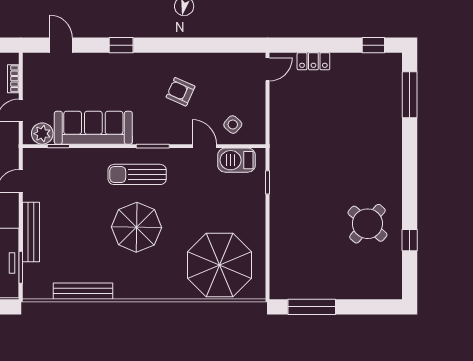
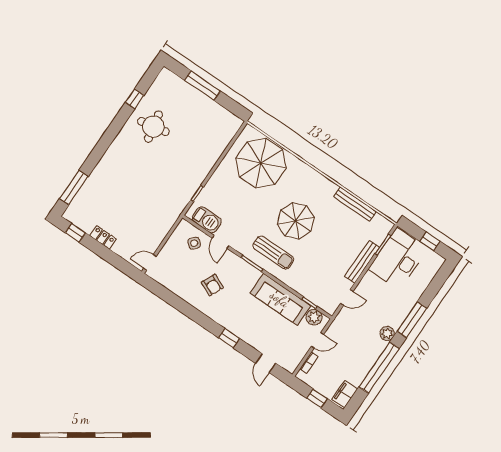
locker: (313, 61) -> (103, 237), moved
round table: (367, 224) -> (153, 127), turned 38
window: (312, 307) -> (202, 86), moved

